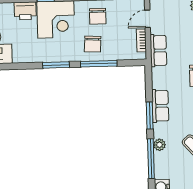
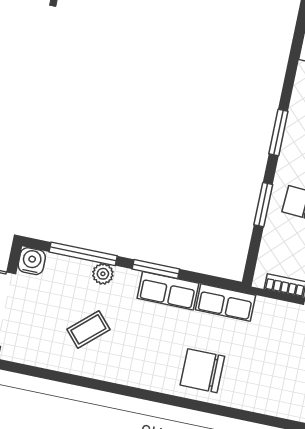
row of seats: (158, 50) -> (225, 302), moved
window: (99, 64) -> (263, 205), width x0.69

